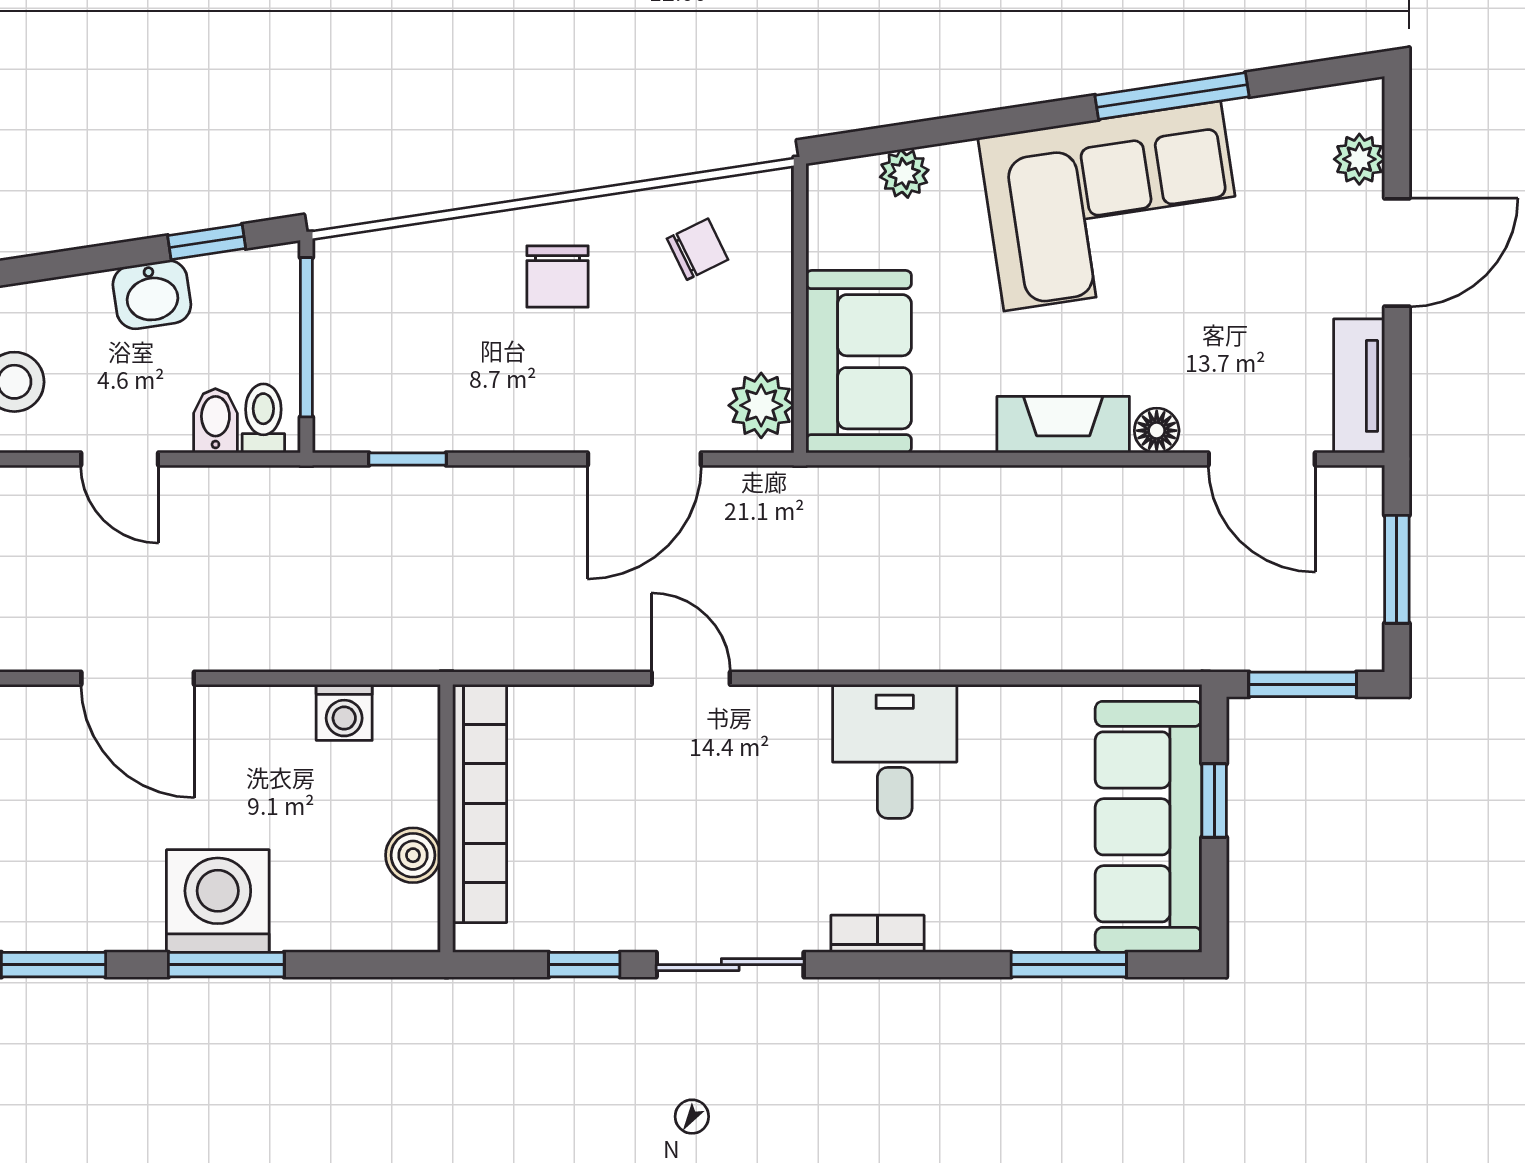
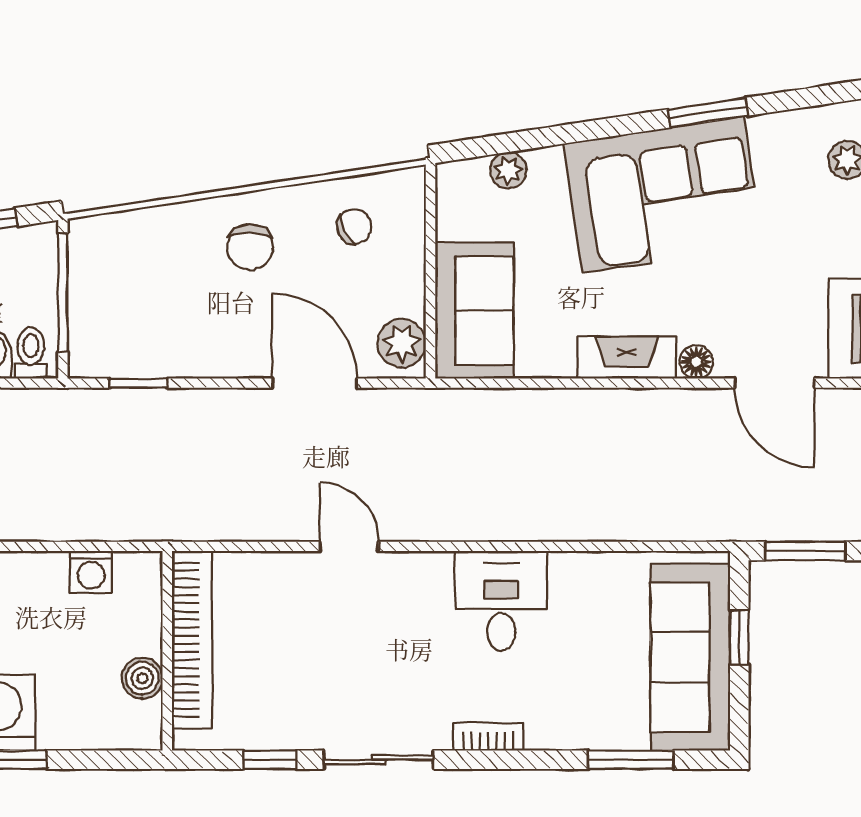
window: (1172, 96) -> (708, 113), width x0.69
door: (644, 459) -> (315, 383), swing flipped

